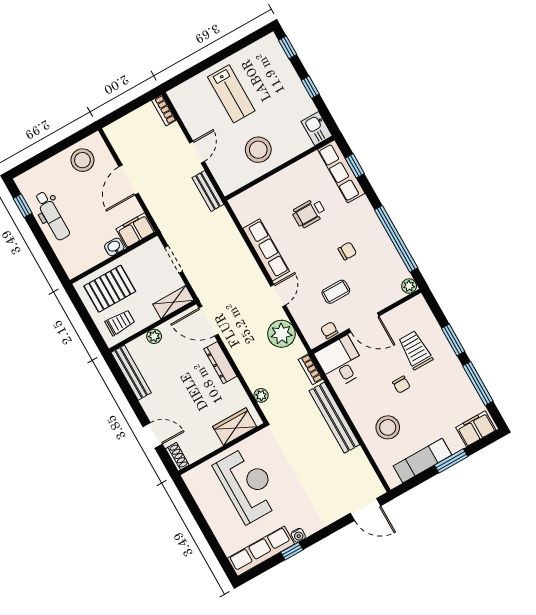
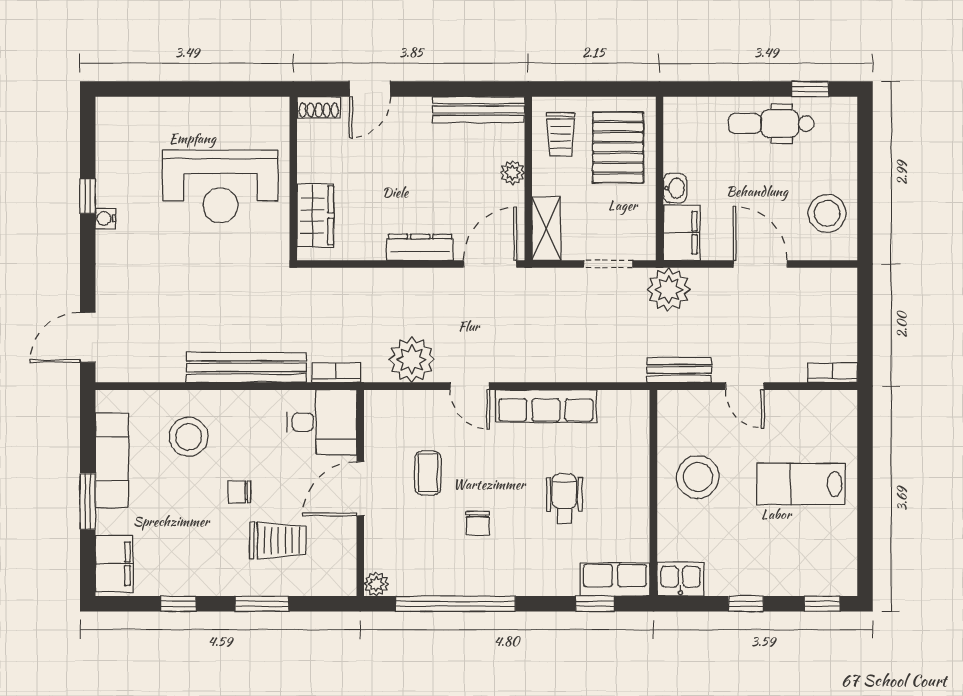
row of seats: (341, 171) -> (615, 580), width x0.68
chair: (329, 330) -> (377, 432), removed
window: (478, 383) -> (178, 604), width x0.46
plant: (261, 395) -> (669, 289), moved, width x1.88, depth x1.88
row of seats: (261, 551) -> (113, 151), removed

